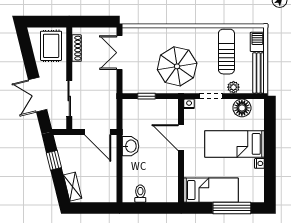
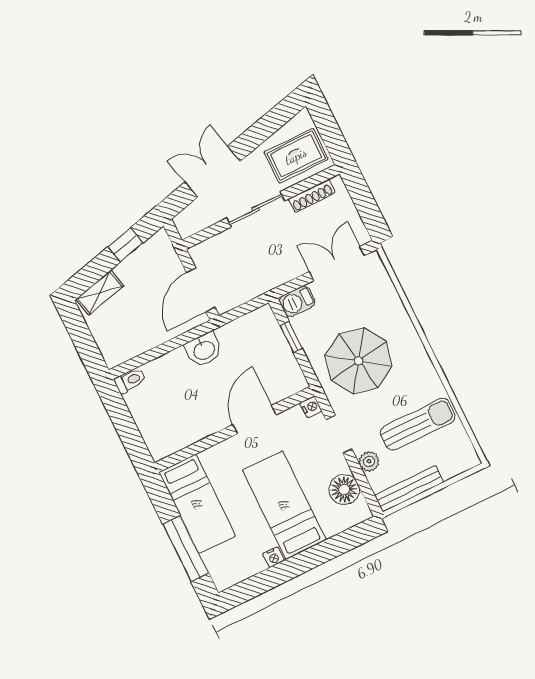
barbecue: (257, 42) -> (297, 301), moved, turned 180
sliding door: (69, 98) -> (256, 209), moved
toilet: (140, 194) -> (130, 381), moved

